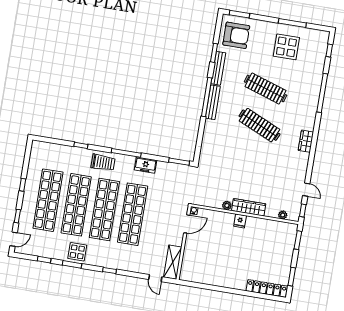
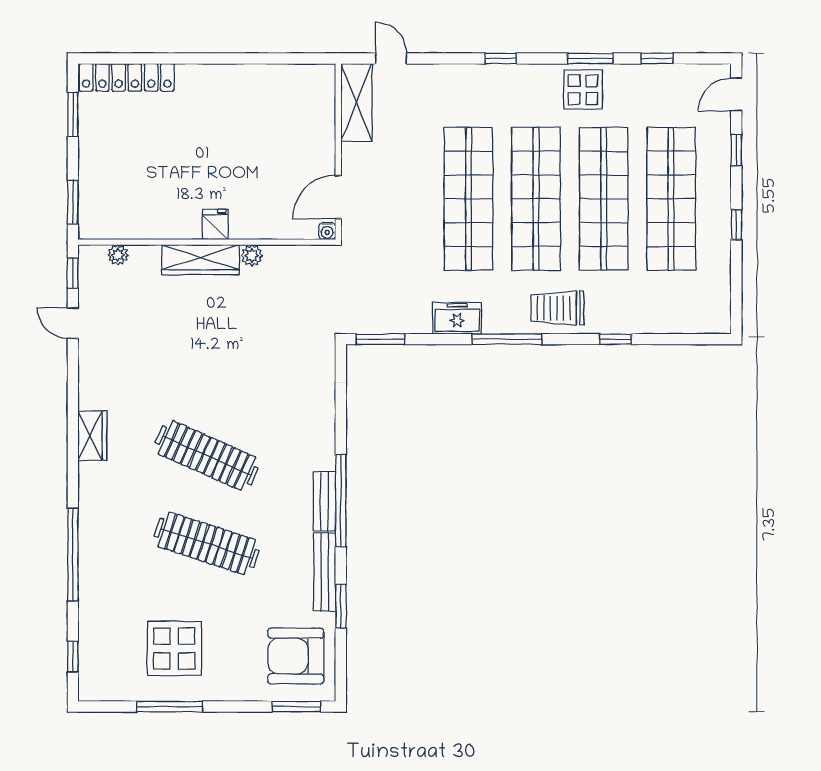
bench: (213, 102) -> (324, 502), width x0.73

